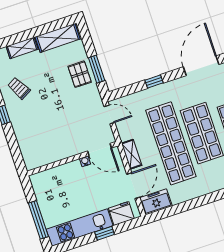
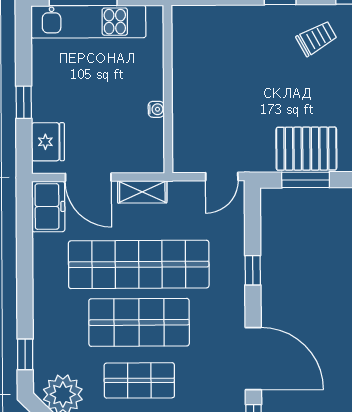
pallet: (80, 74) -> (306, 149), width x1.50, depth x1.42
door: (99, 149) -> (168, 140), removed
kitchen unit: (80, 228) -> (88, 22), moved, turned 90

